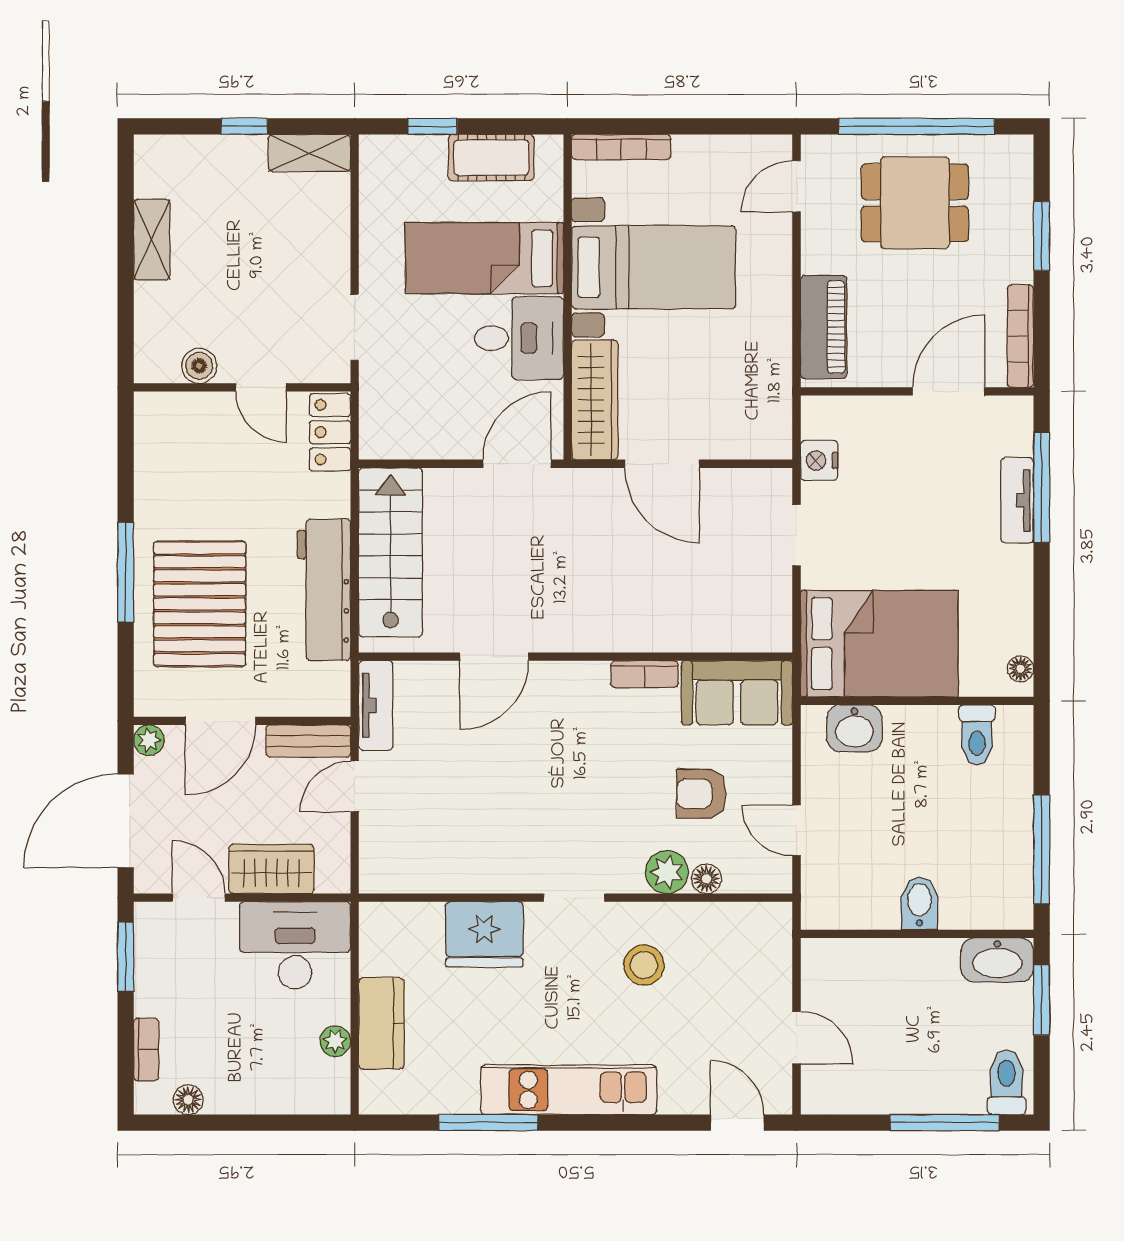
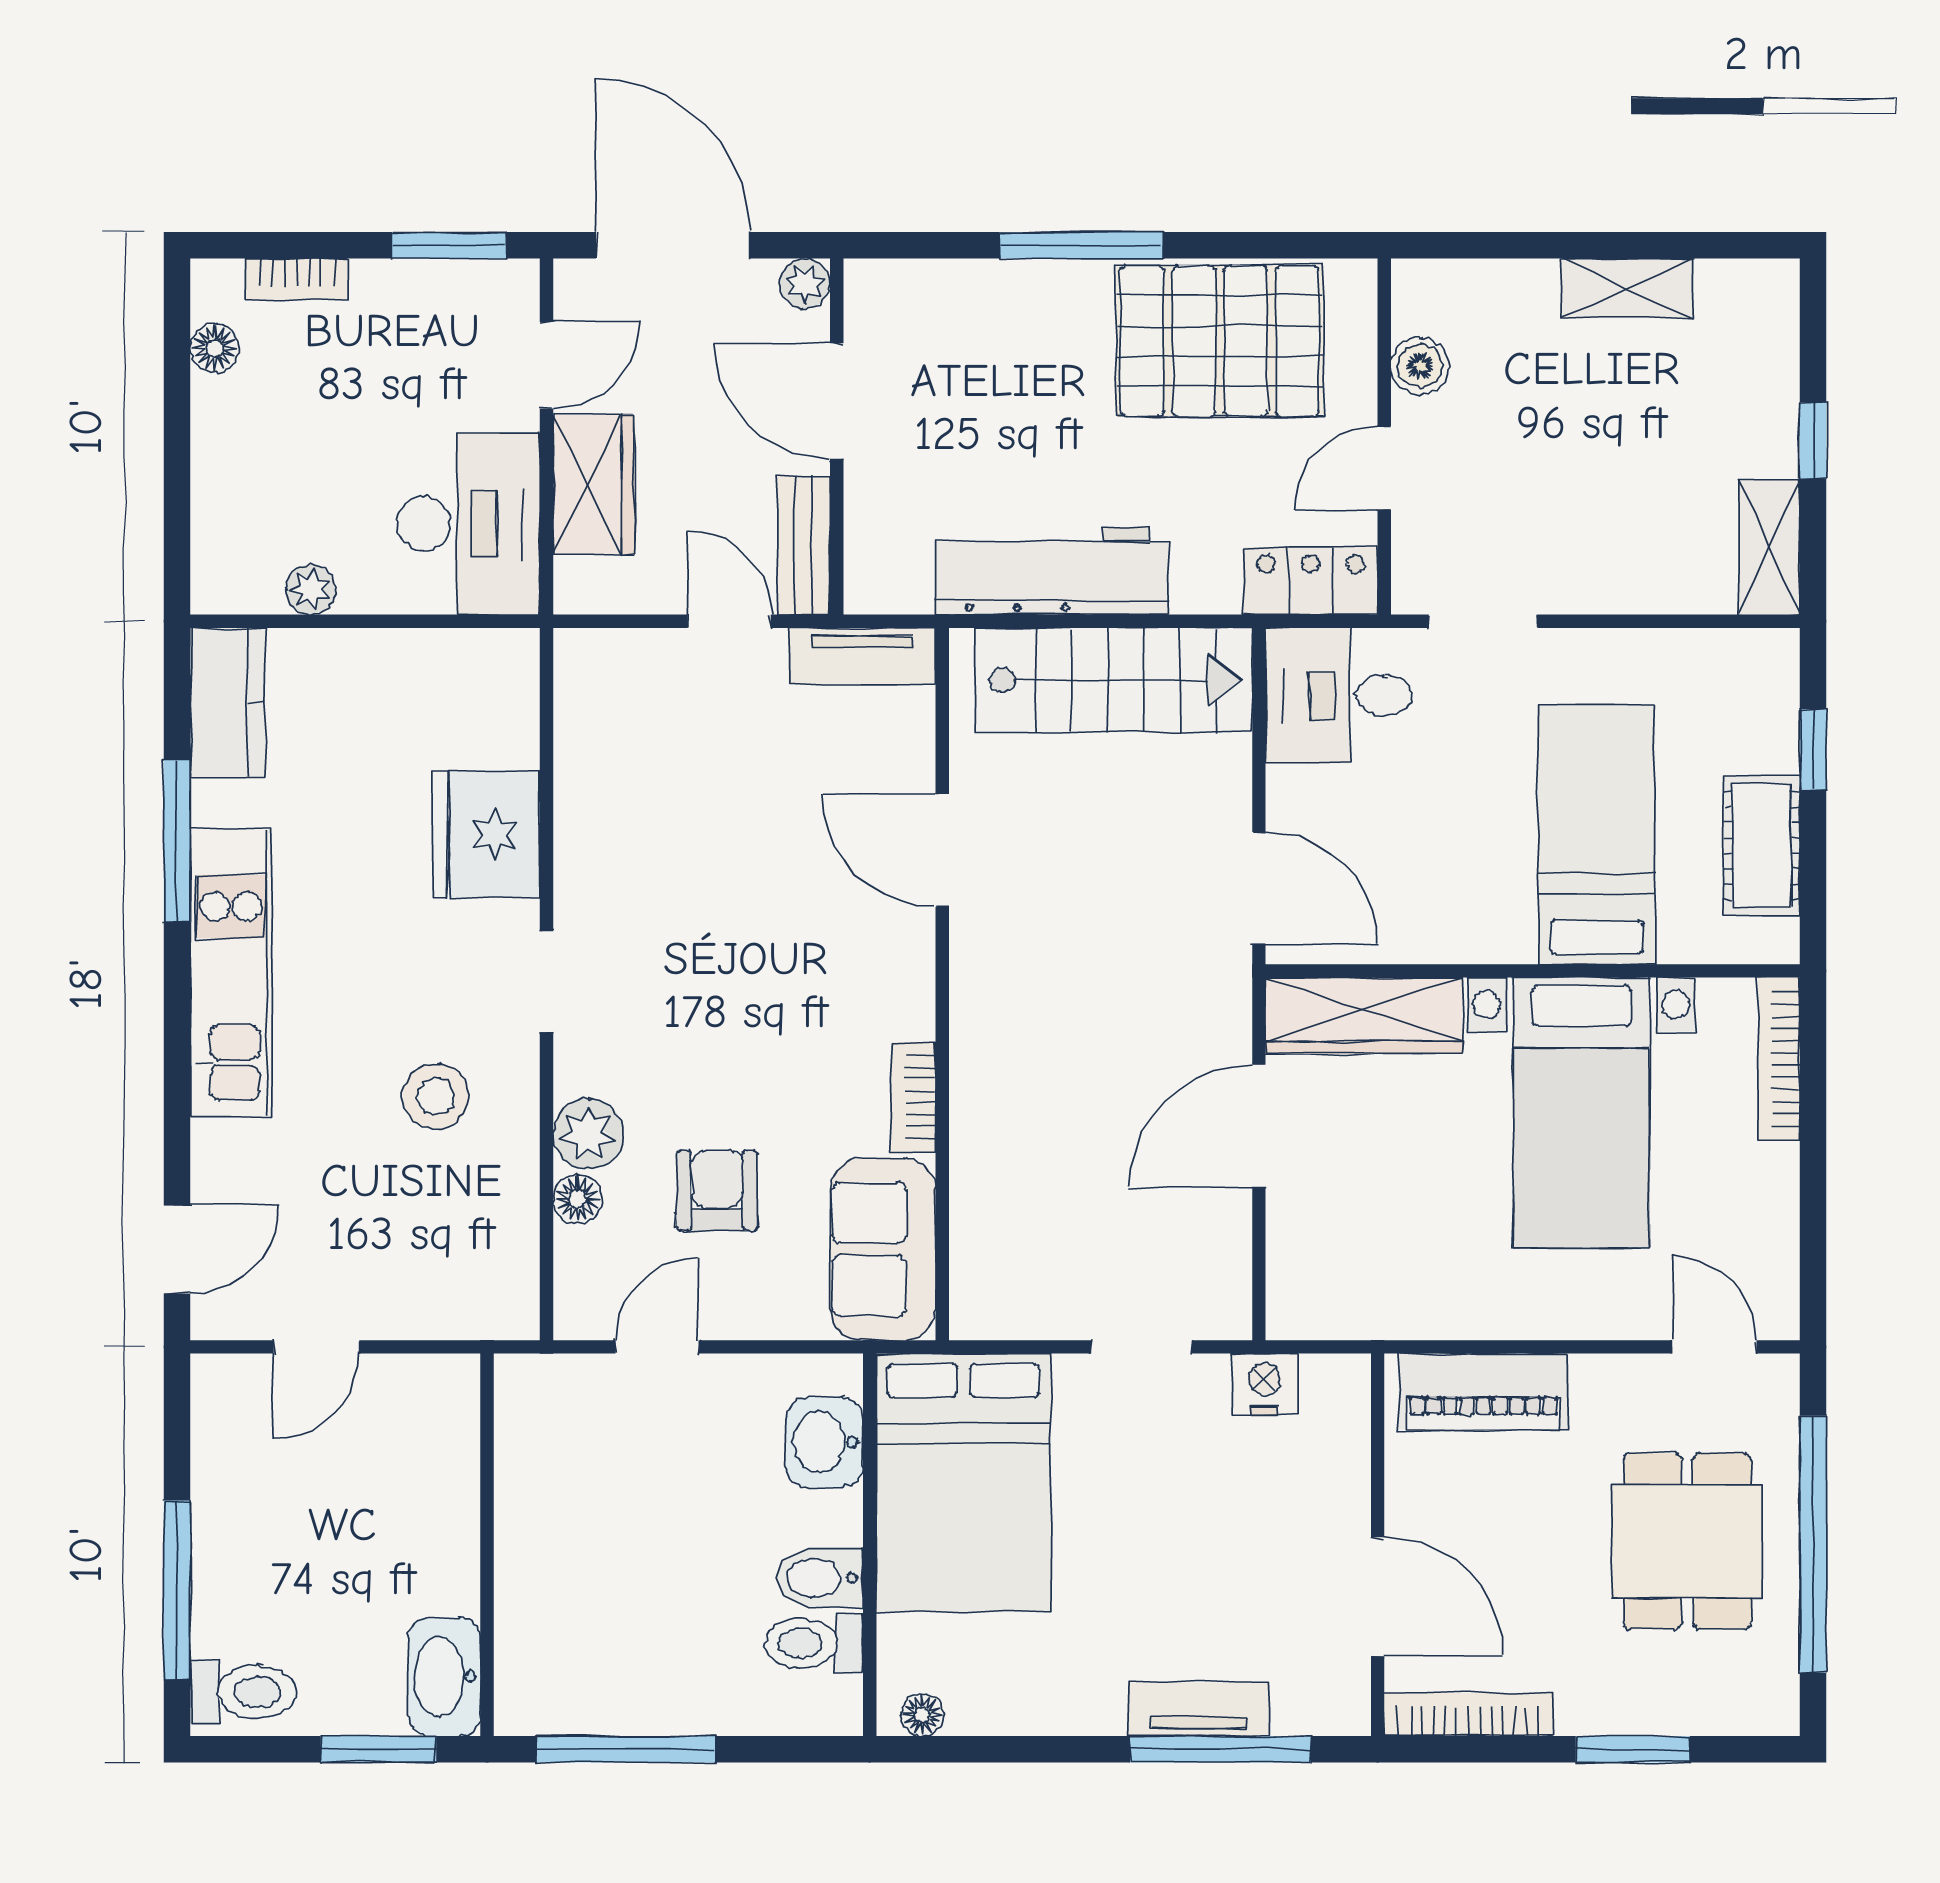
desk: (519, 338) -> (1339, 696), moved, turned 90
pallet: (200, 604) -> (1220, 341), moved
bidet: (919, 903) -> (820, 1578), moved, turned 180
kitchen counter: (381, 1023) -> (228, 703), moved, turned -90

